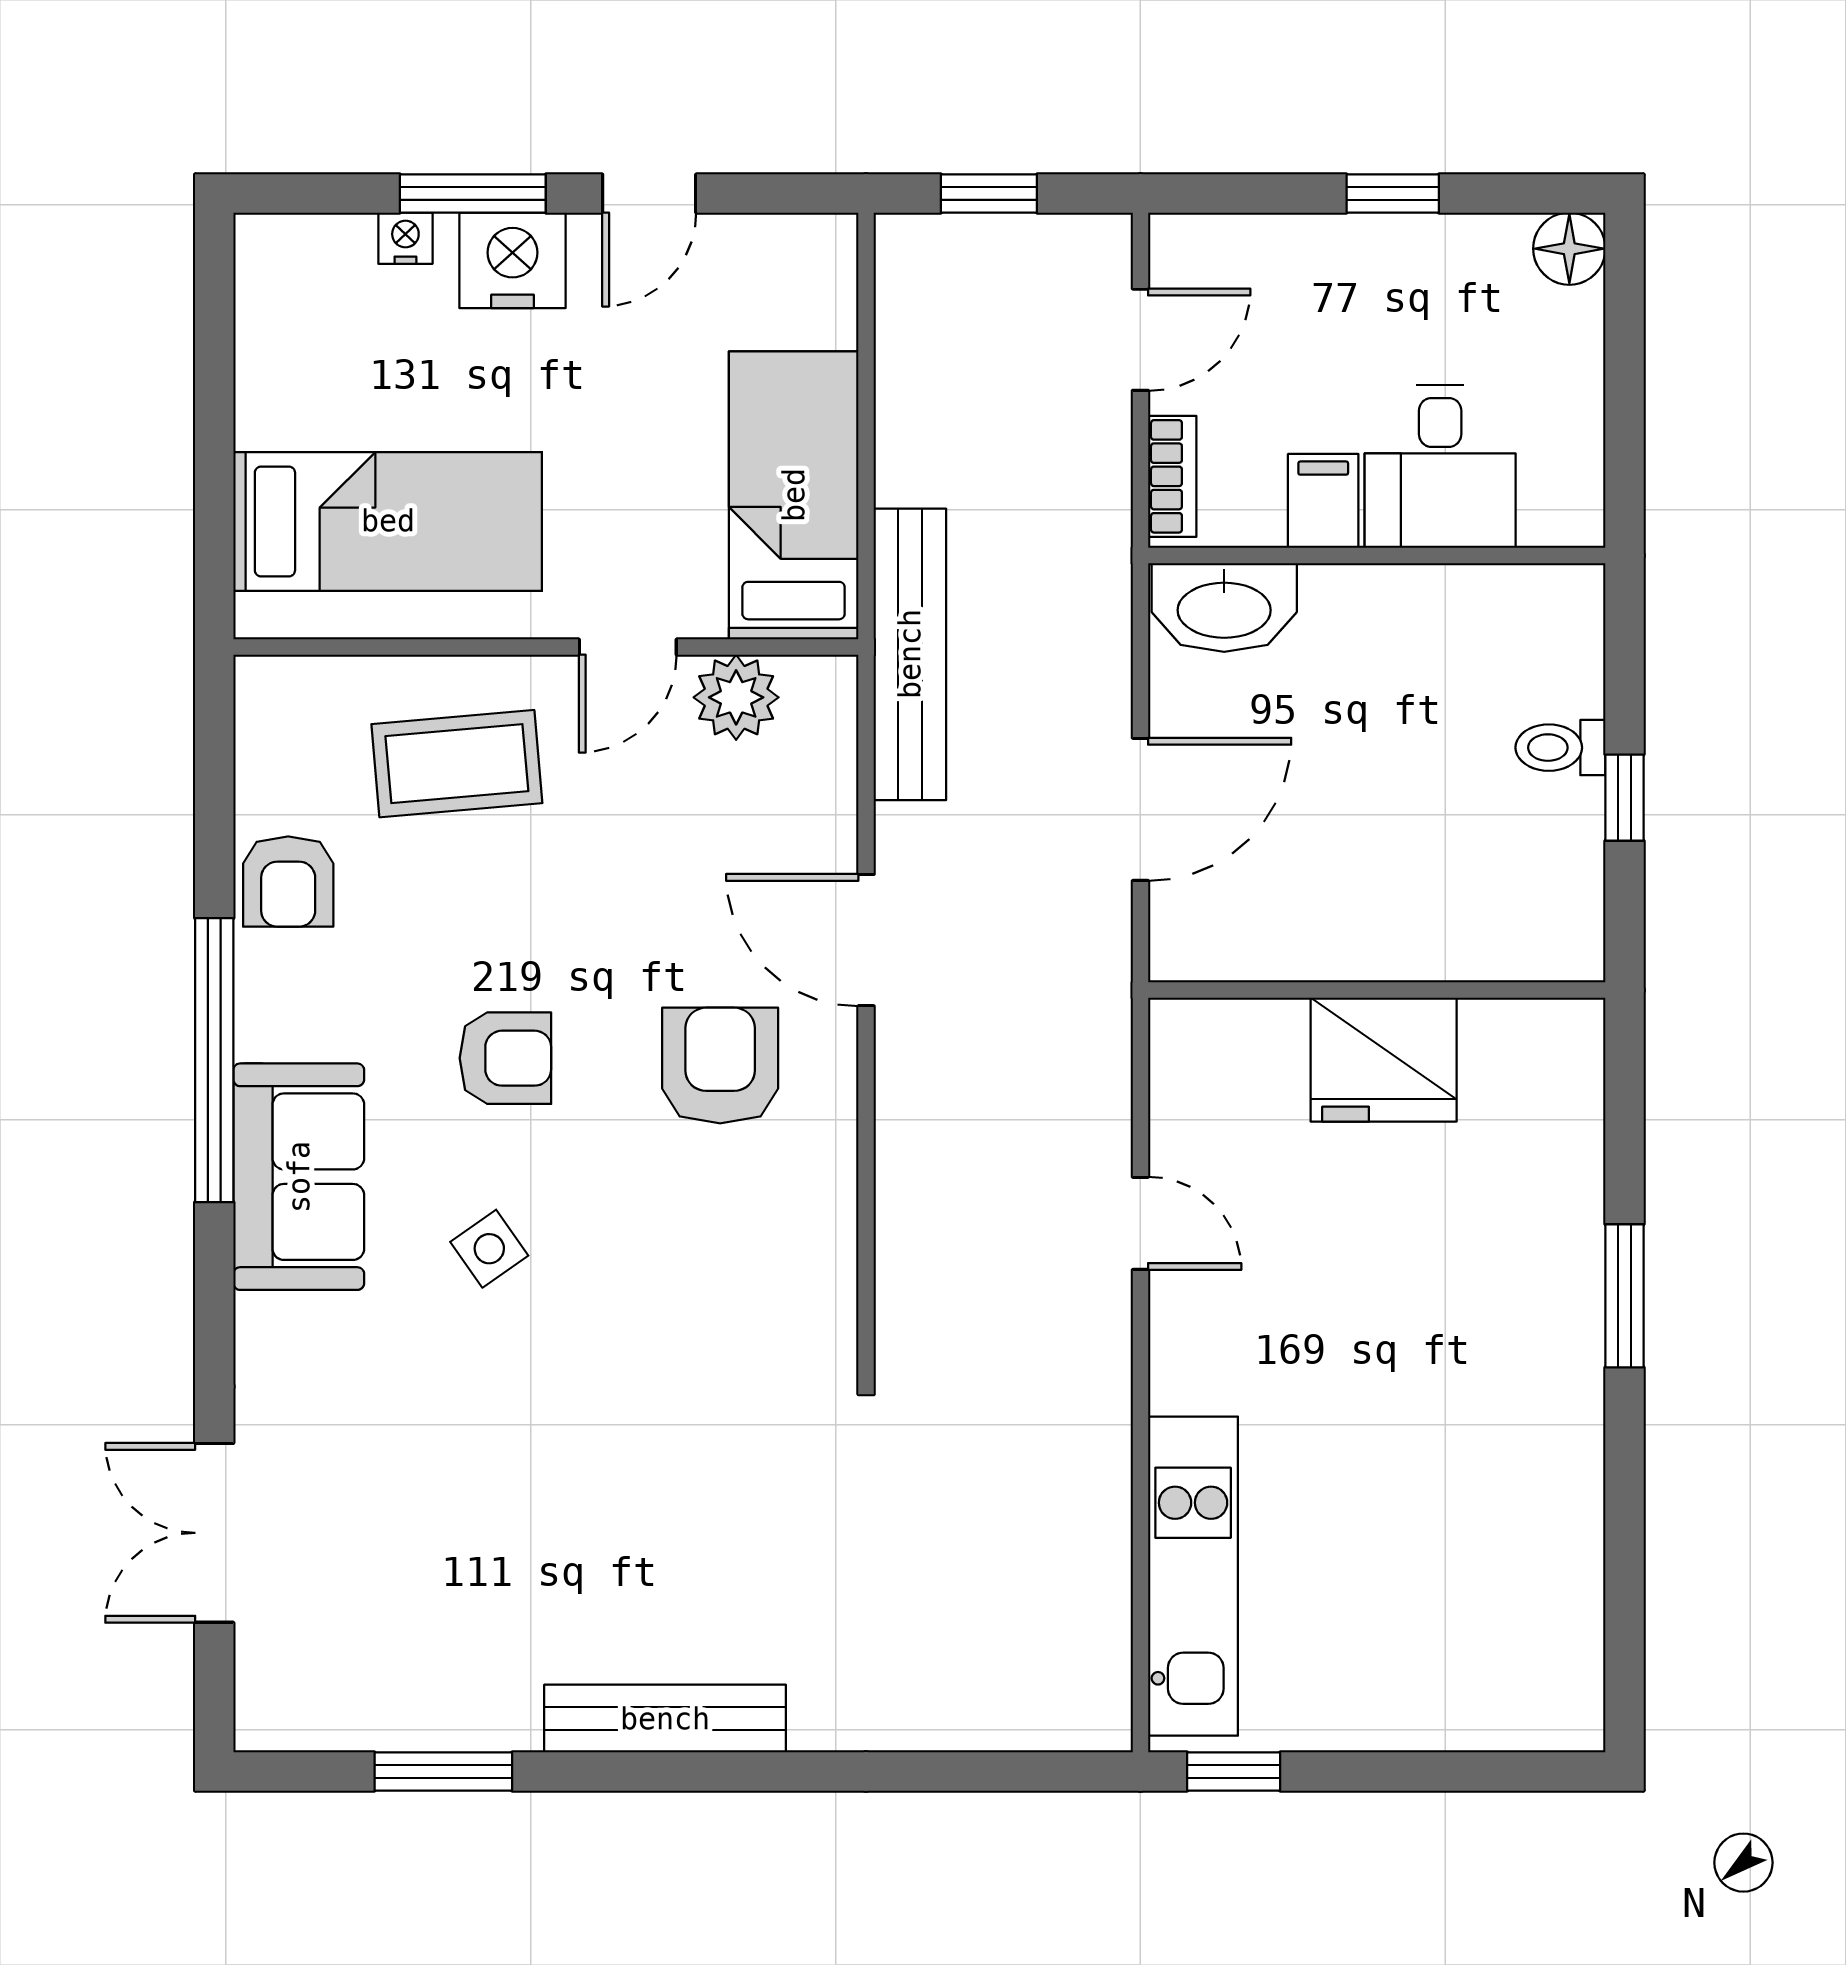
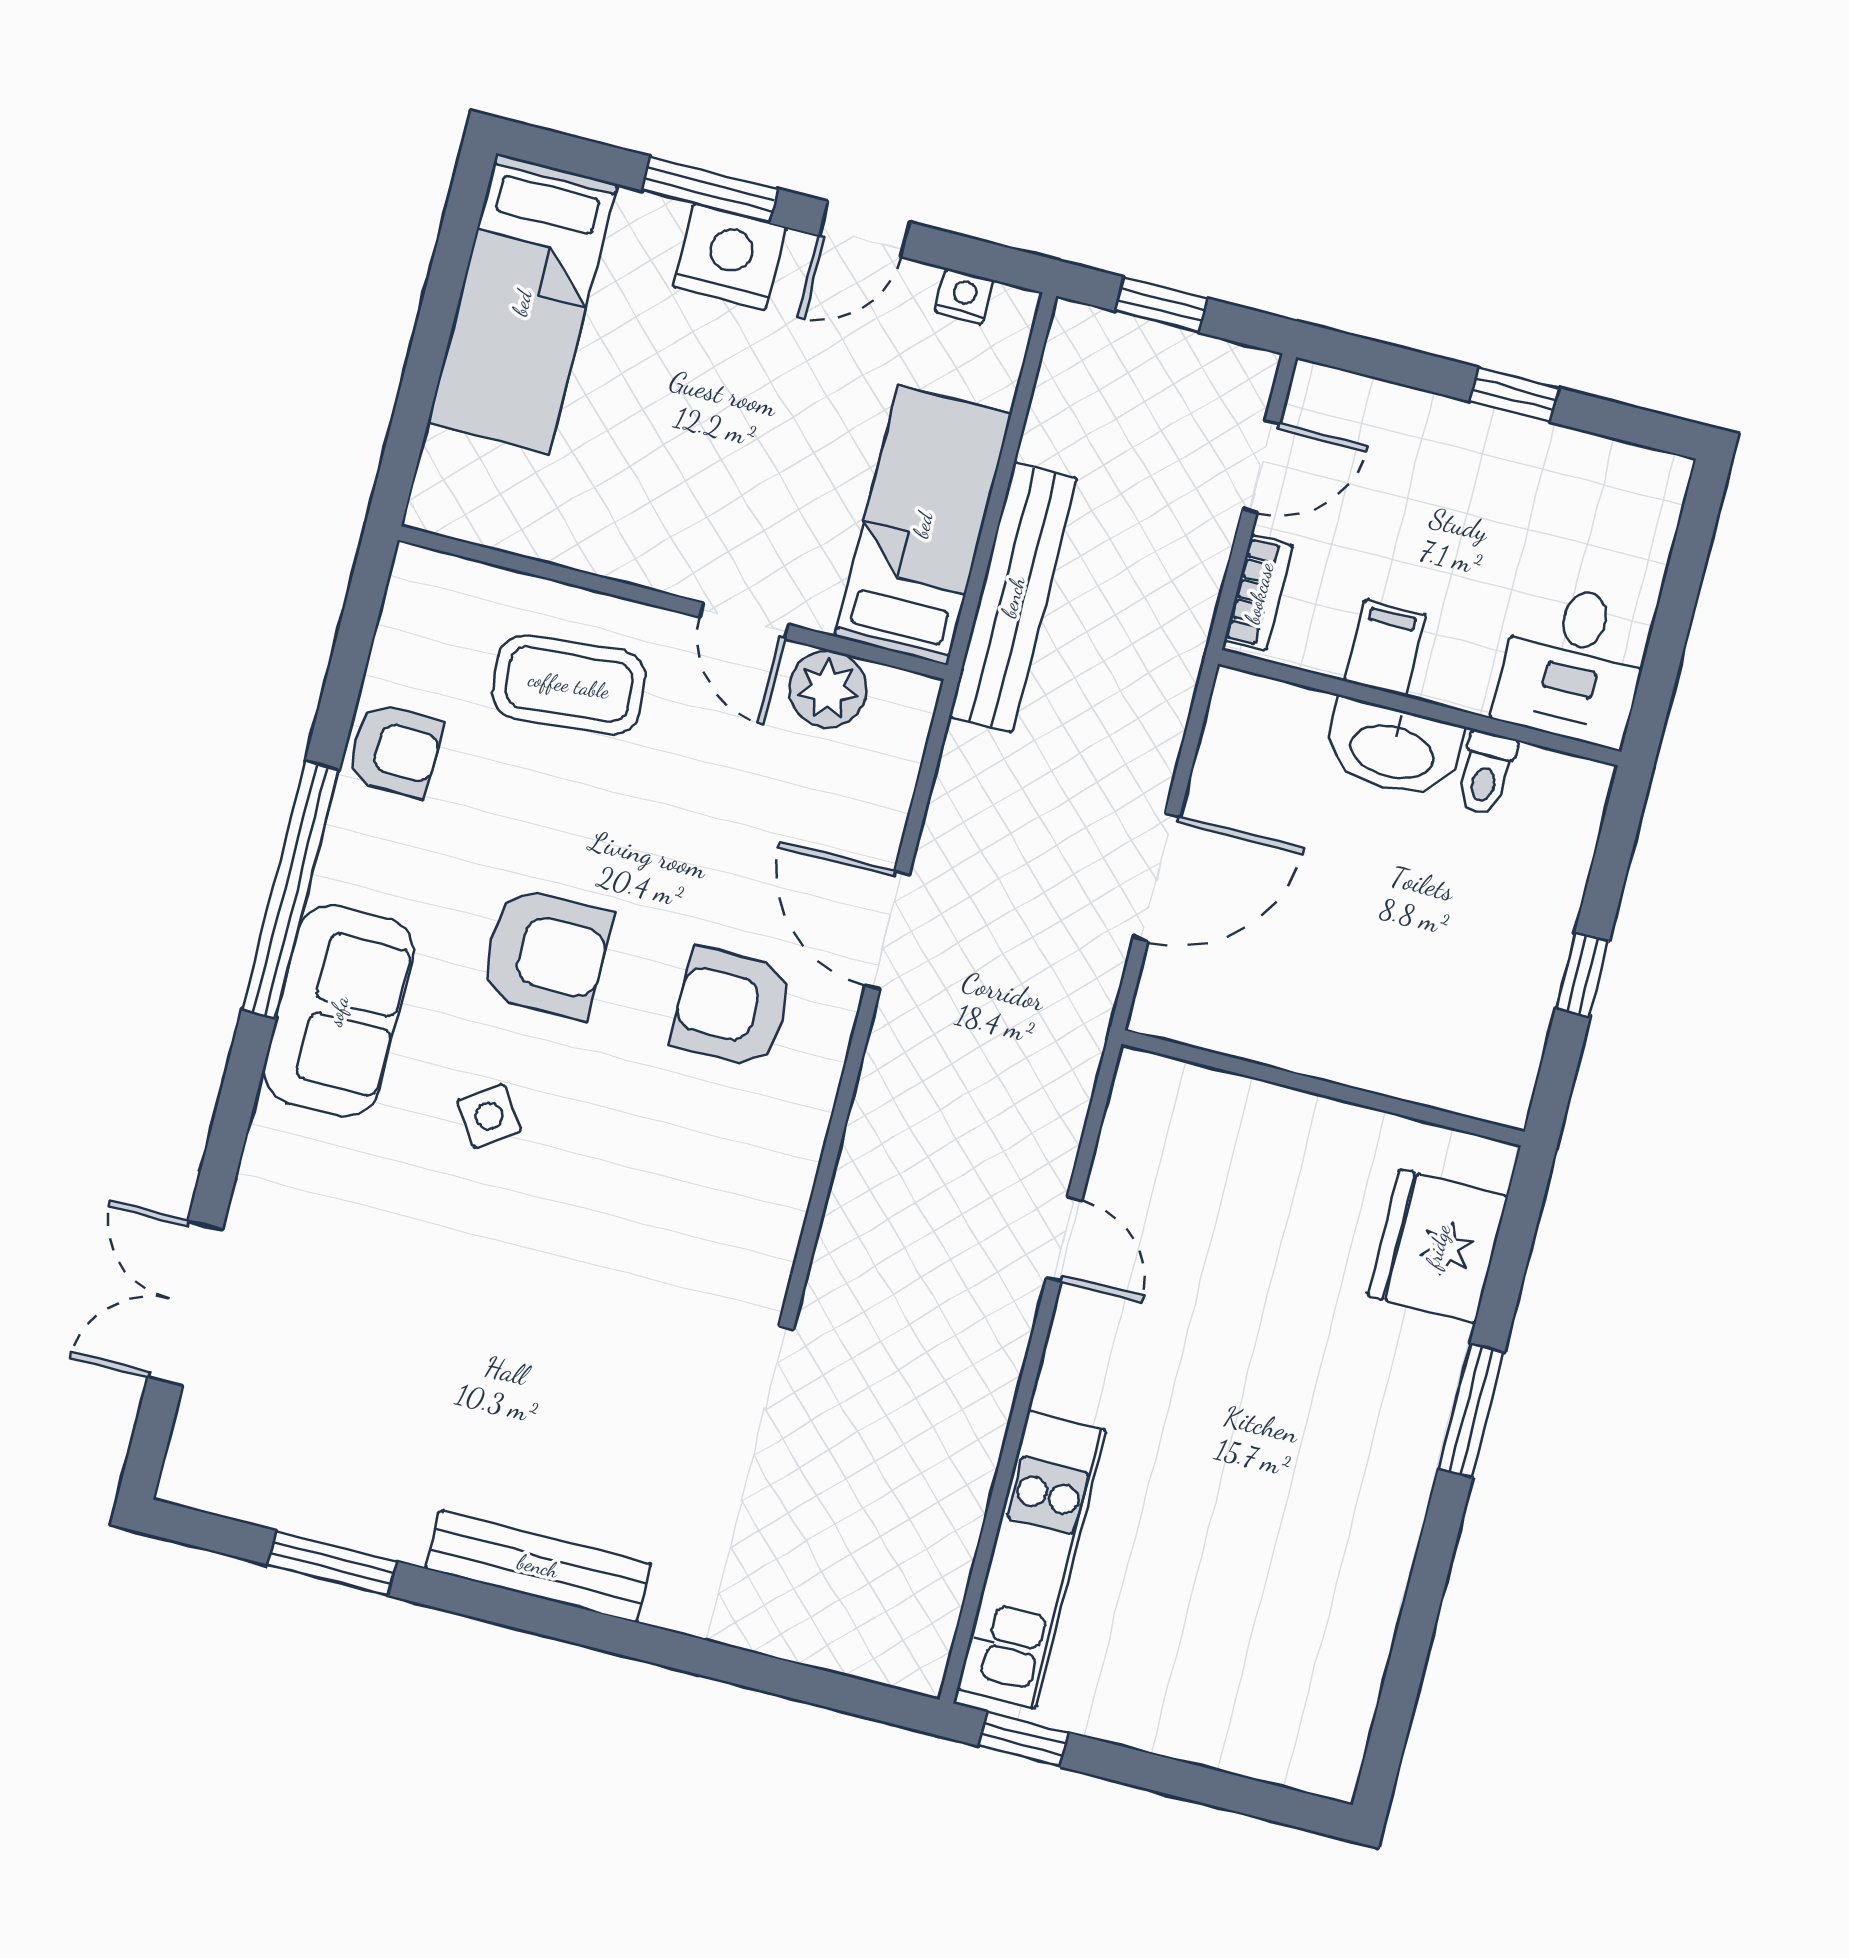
nightstand: (405, 238) -> (964, 296), moved
floor lamp: (1569, 249) -> (1657, 482), removed
desk: (1440, 466) -> (1574, 664), moved
bed: (388, 521) -> (522, 303), moved, turned 90
washbasin: (1224, 608) -> (1393, 749), moved
door: (628, 647) -> (744, 621), hinge flipped
bench: (910, 654) -> (1013, 597), moved
toilet: (1560, 748) -> (1486, 774), moved, turned -90
armchair: (288, 882) -> (395, 750), turned -89
armchair: (505, 1058) -> (546, 953), width x1.38, depth x1.38
fridge: (1384, 1060) -> (1438, 1246), moved, turned 90
armchair: (720, 1066) -> (732, 1007), turned -90

